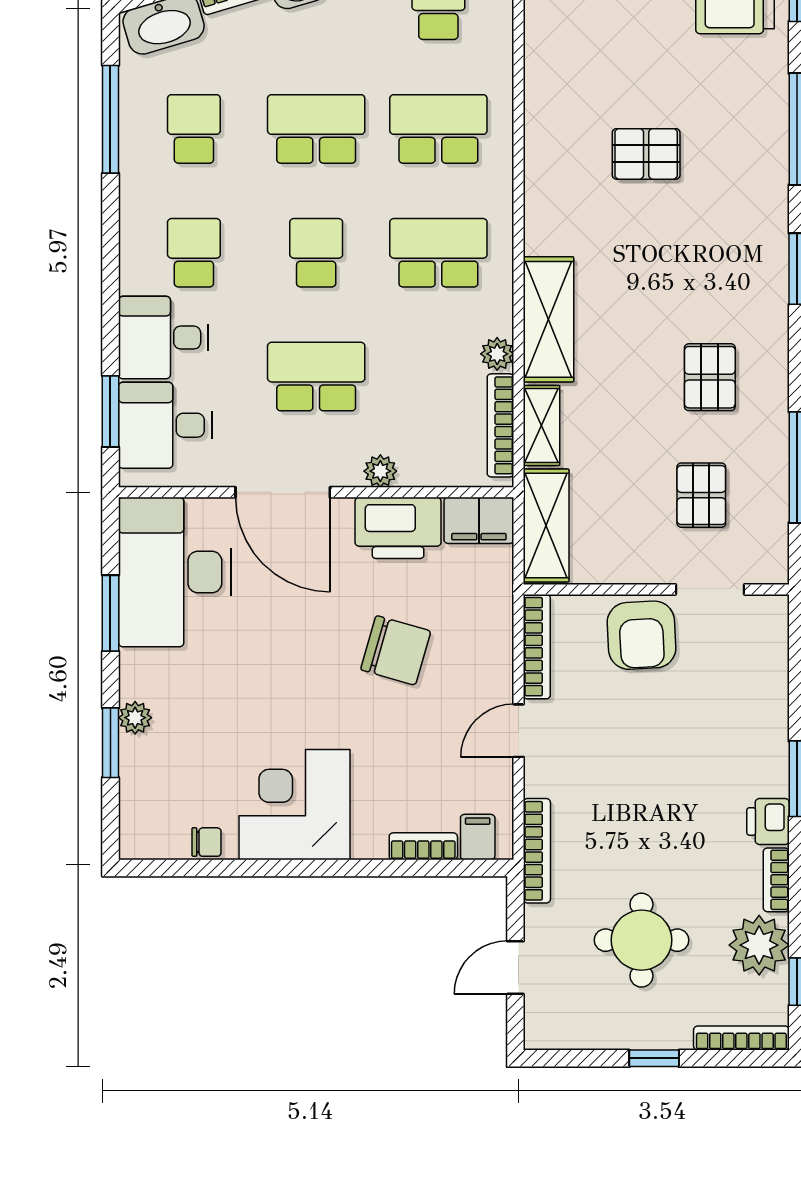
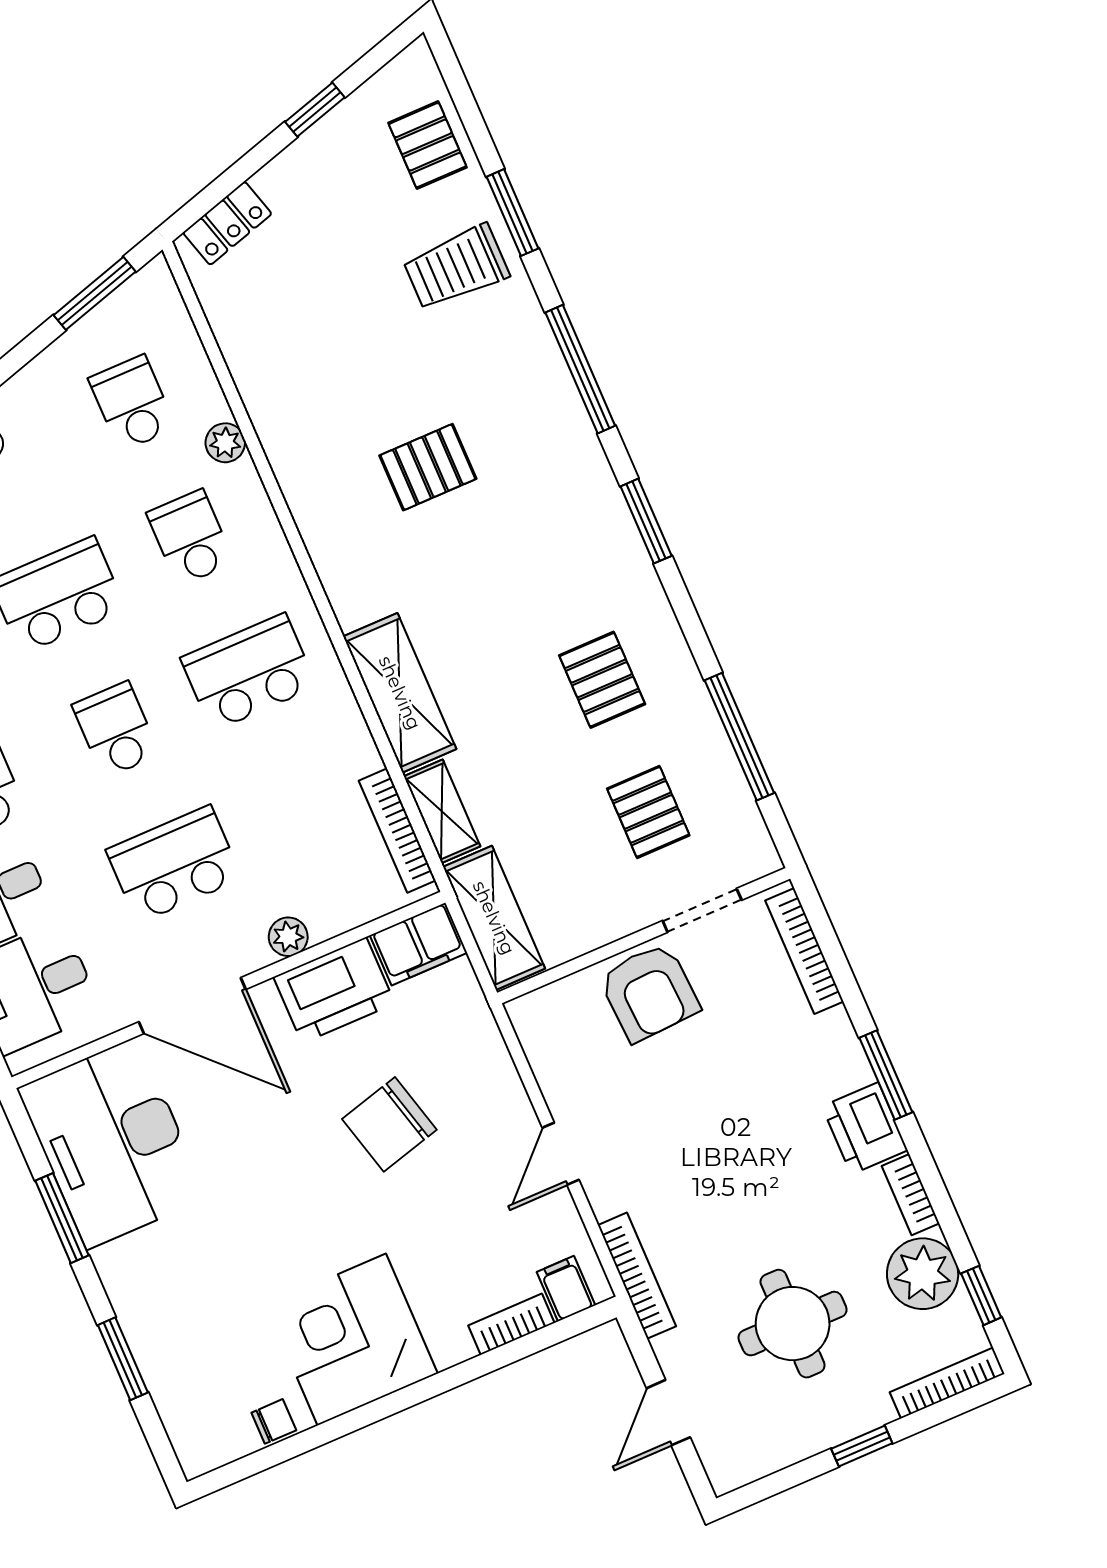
school desk: (438, 129) -> (190, 538), width x0.54
plant: (497, 354) -> (225, 443), moved
bookcase: (537, 647) -> (804, 951), moved, turned 180
chair: (396, 650) -> (389, 1124), turned 149
plant: (135, 718) -> (138, 1320), removed
printer: (768, 821) -> (865, 1128), width x1.36, depth x1.24

